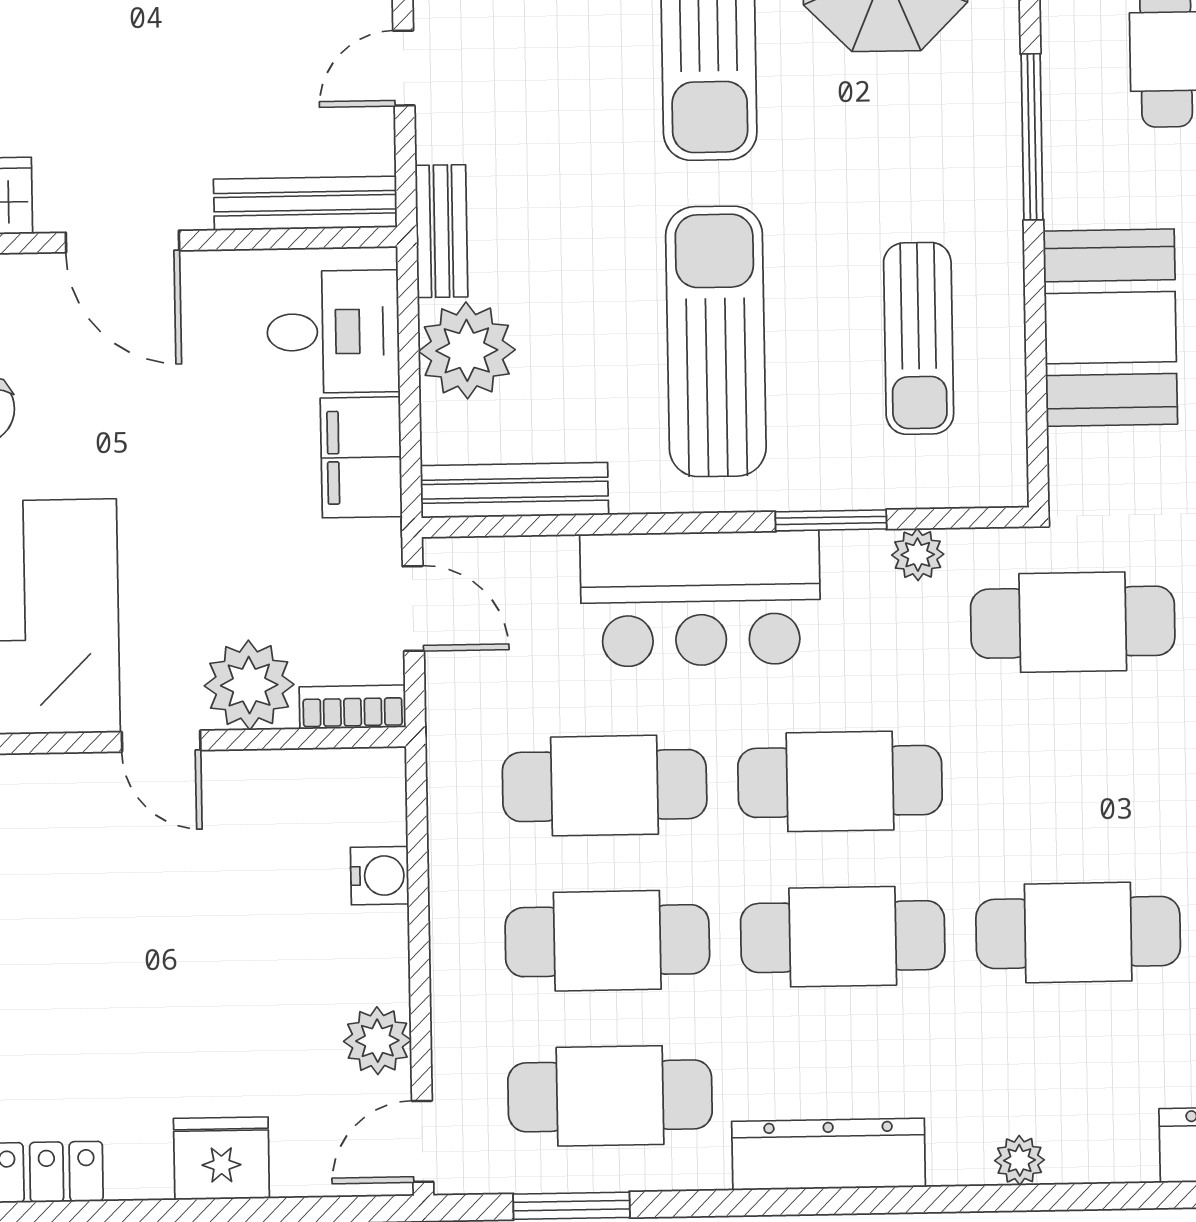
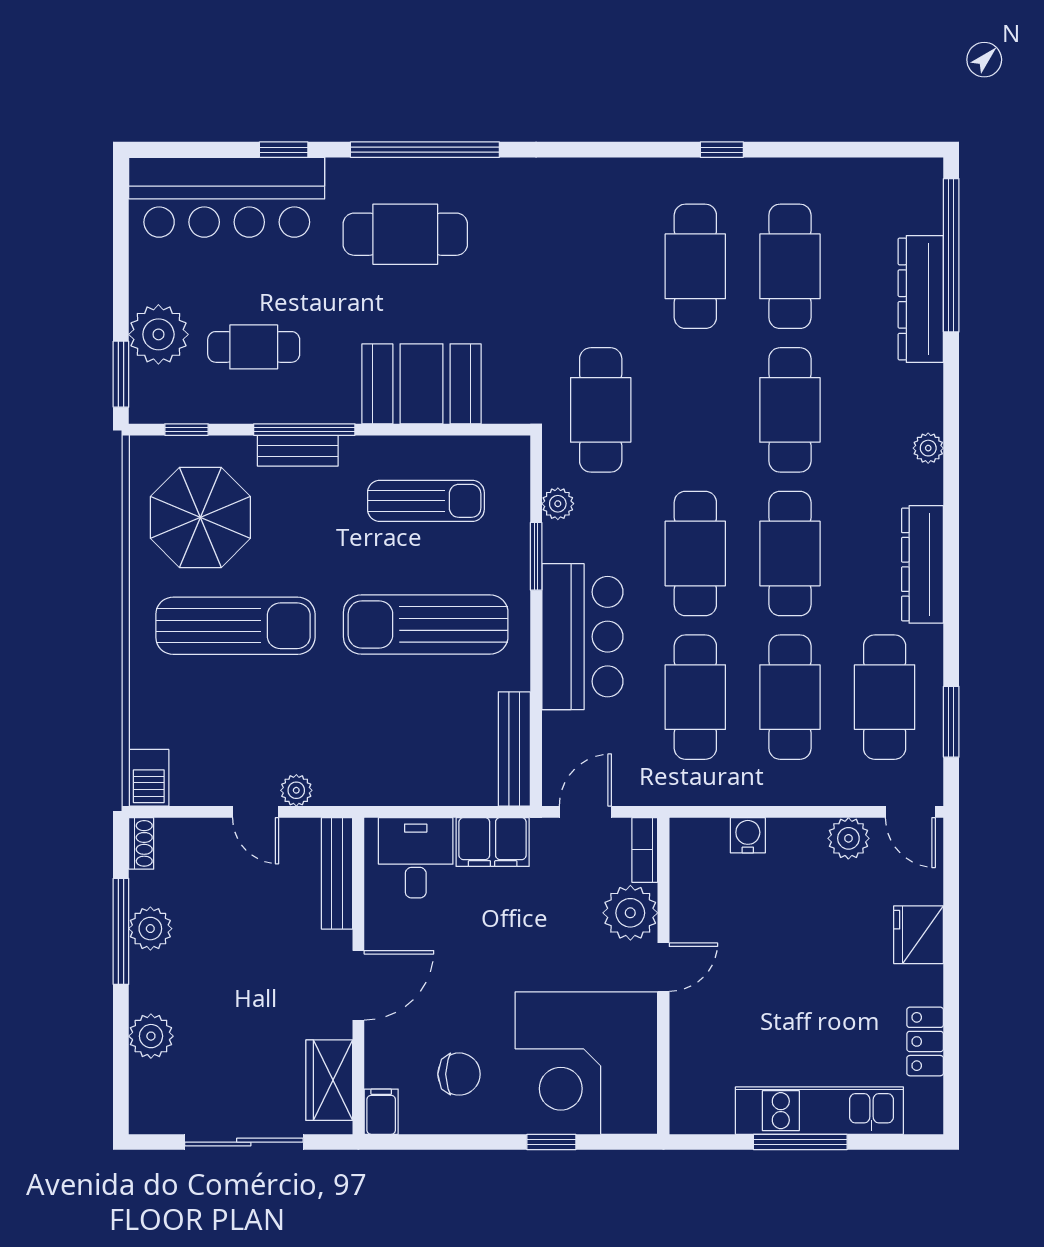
bench: (441, 231) -> (298, 451), moved
plant: (467, 350) -> (296, 790), moved, width x0.53, depth x0.53

